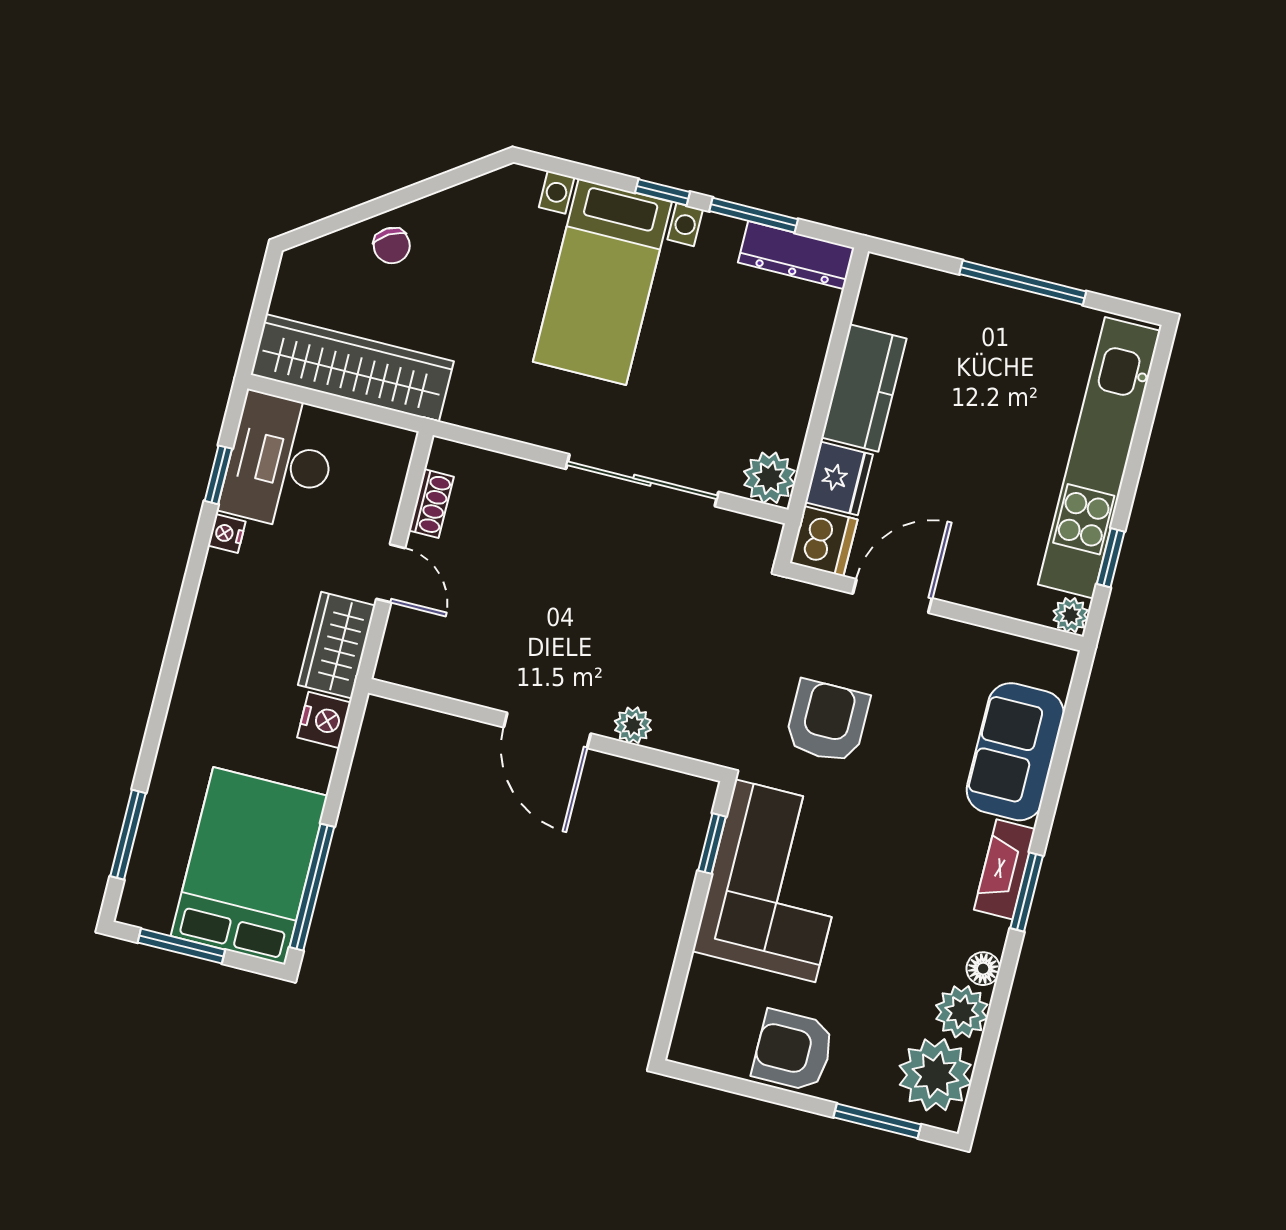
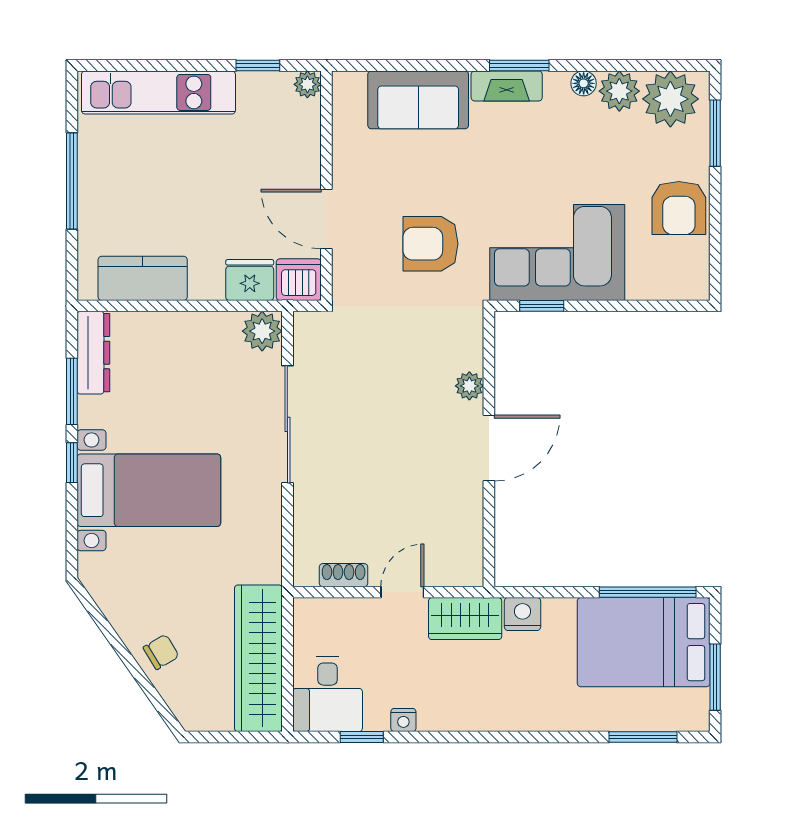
kitchen counter: (864, 388) -> (143, 278), moved
kitchen unit: (1099, 458) -> (158, 92), width x0.73
desk: (280, 461) -> (328, 694), width x0.73

